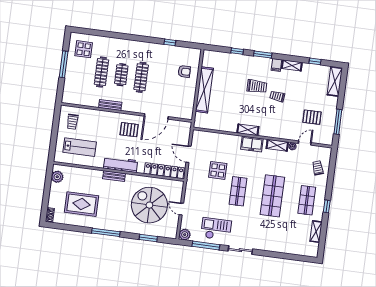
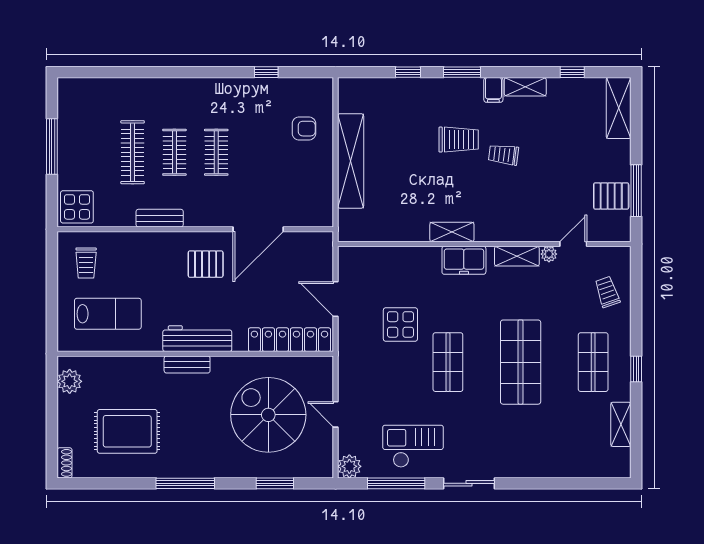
display table: (84, 49) -> (77, 207), moved
clothes rail: (141, 77) -> (216, 152), width x0.73
pallet: (312, 117) -> (611, 196), moved

